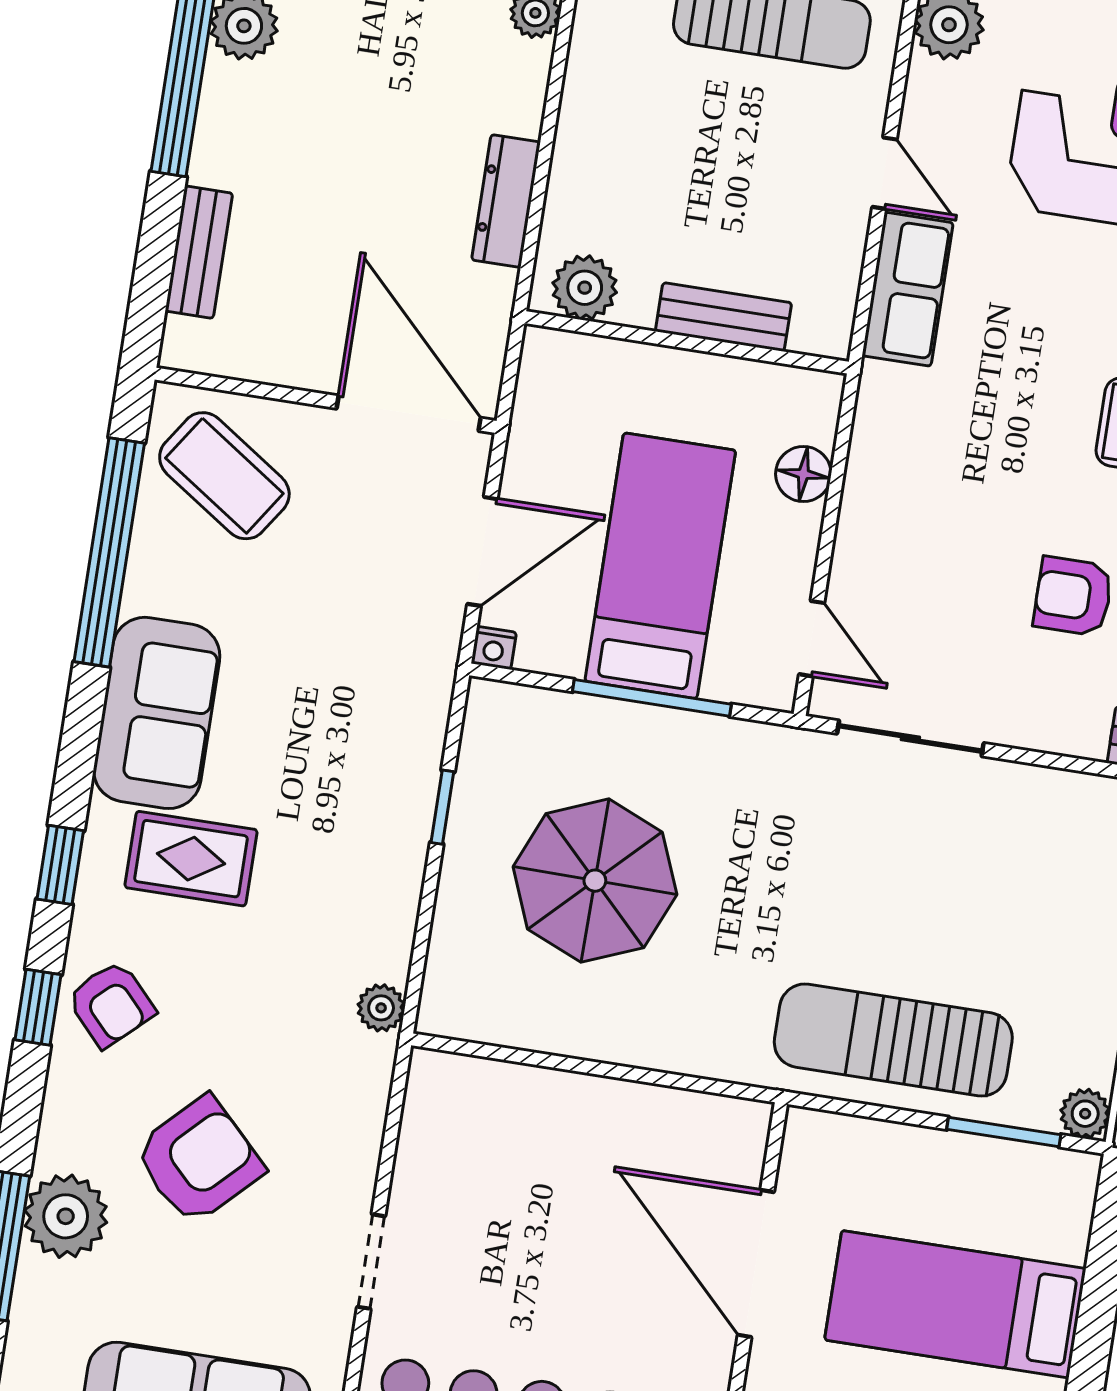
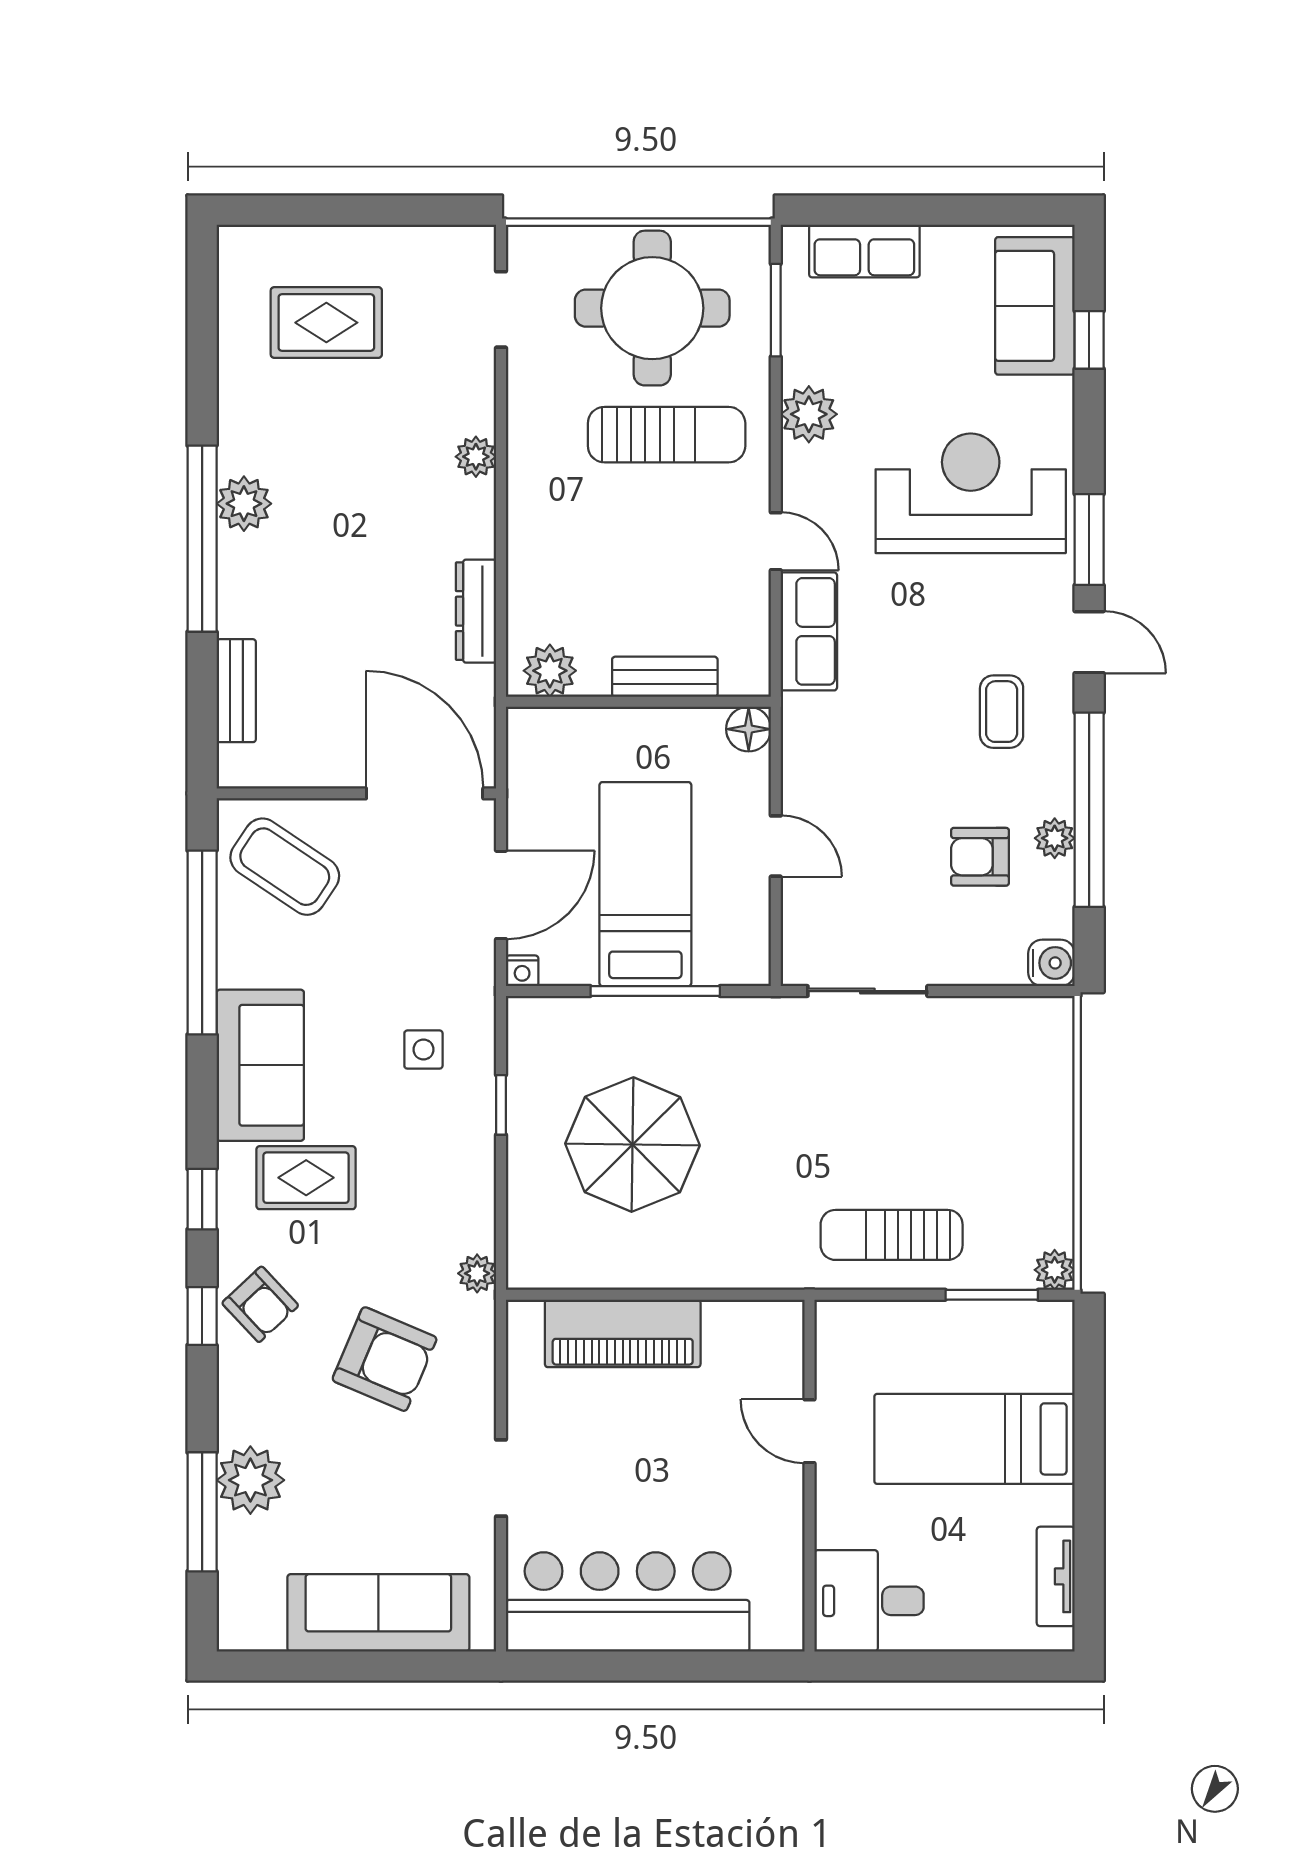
floor lamp: (803, 474) -> (749, 729), moved
door: (812, 639) -> (776, 846), moved
side table: (358, 725) -> (423, 1050), added
sun lounger: (893, 1040) -> (892, 1235), width x0.73, depth x0.75
piano: (547, 1109) -> (623, 1333), added
armchair: (199, 1160) -> (385, 1359), moved, turned 68
door: (756, 1264) -> (810, 1431), width x0.53

